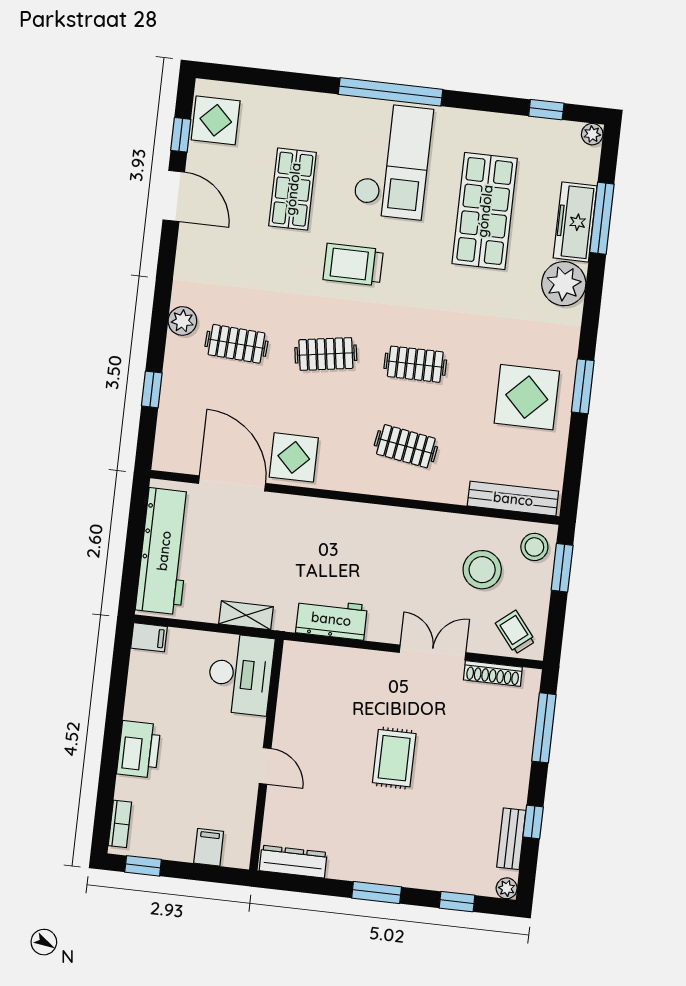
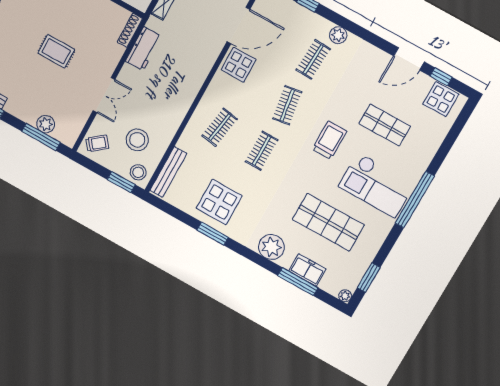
window: (546, 110) -> (369, 278), width x1.50
freezer: (575, 222) -> (307, 270), width x0.71
shoe rack: (493, 673) -> (130, 30), moved
plant: (520, 729) -> (46, 124), added

